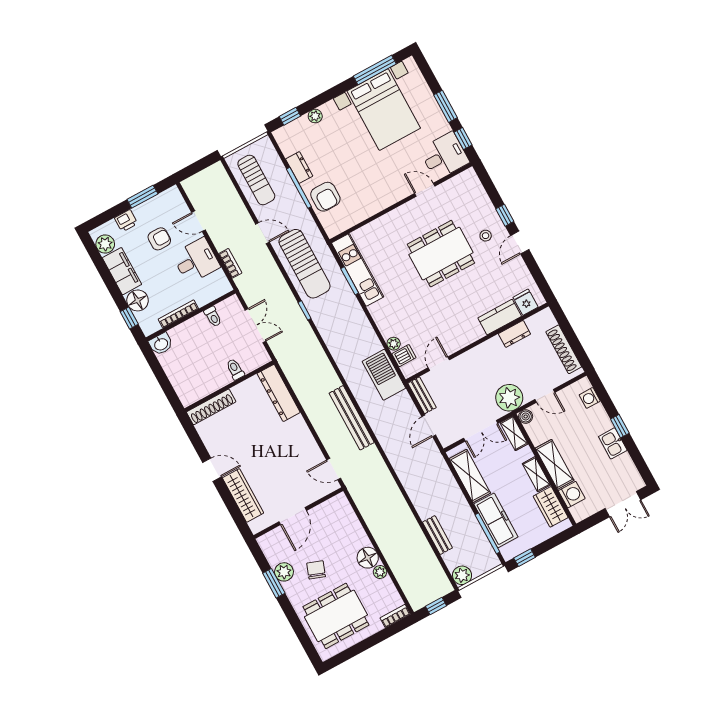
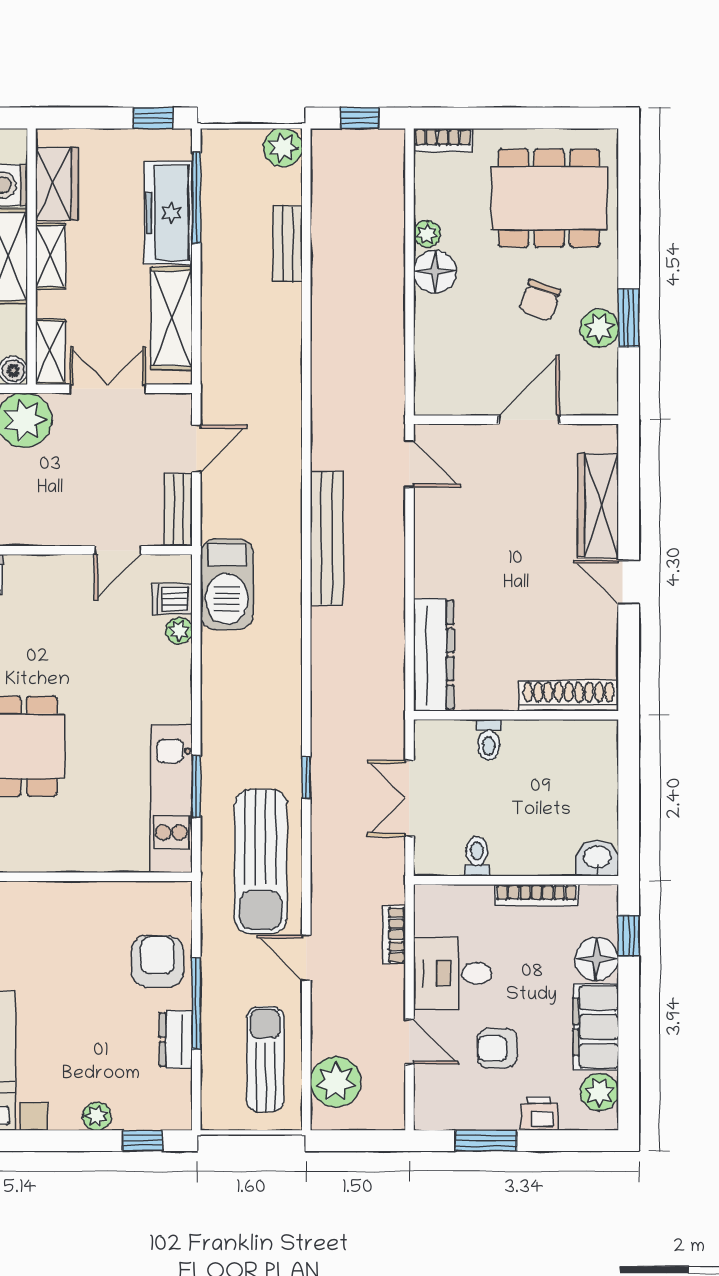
plant: (221, 187) -> (336, 1082), added
sun lounger: (305, 264) -> (261, 861), turned 180

